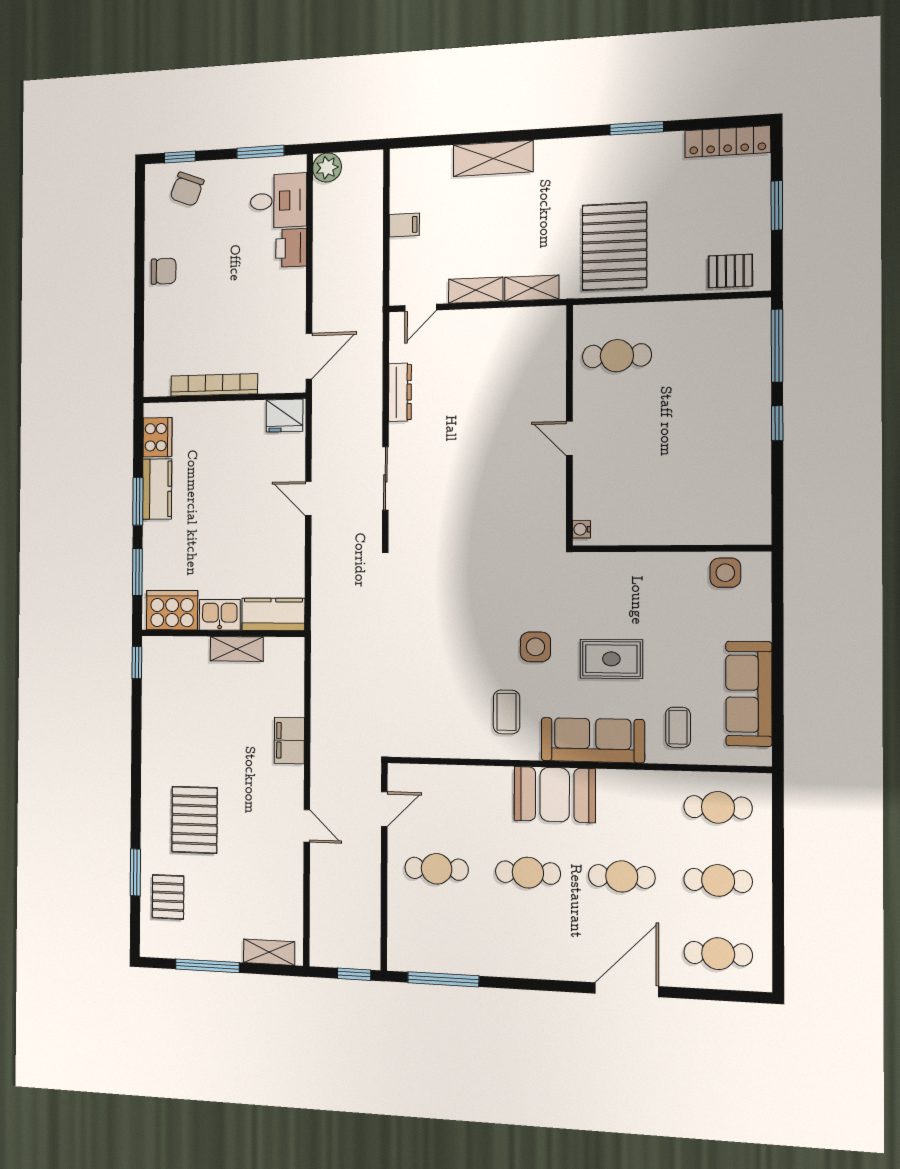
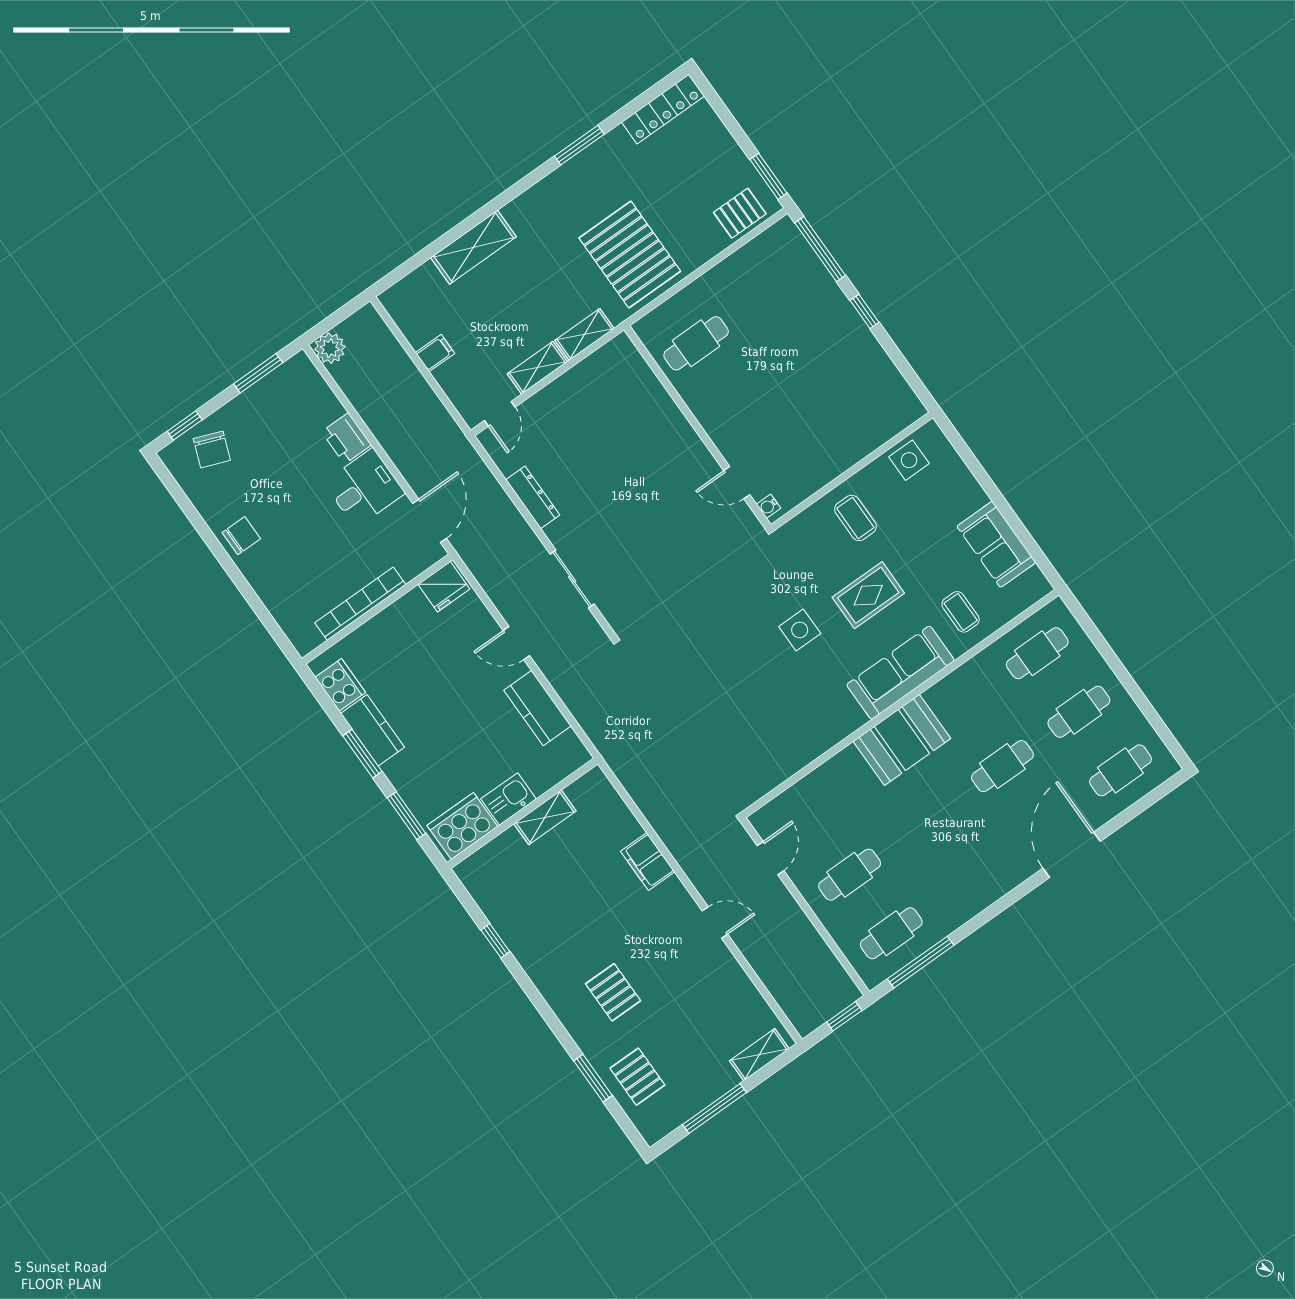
desk: (278, 201) -> (364, 488), moved
window: (777, 205) -> (768, 176), moved
door: (569, 438) -> (737, 483), moved
kitchen counter: (273, 614) -> (537, 708), moved, turned -90
window: (137, 663) -> (495, 941), moved
sofa: (749, 694) -> (996, 544), width x0.73
coffee table: (507, 712) -> (855, 518), moved
pallet: (194, 820) -> (613, 992), width x0.67, depth x0.71
cafe table: (528, 873) -> (891, 933), moved

